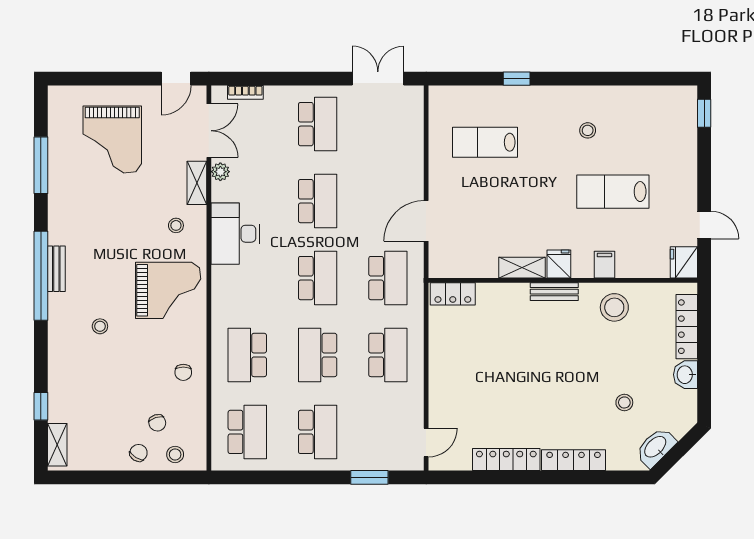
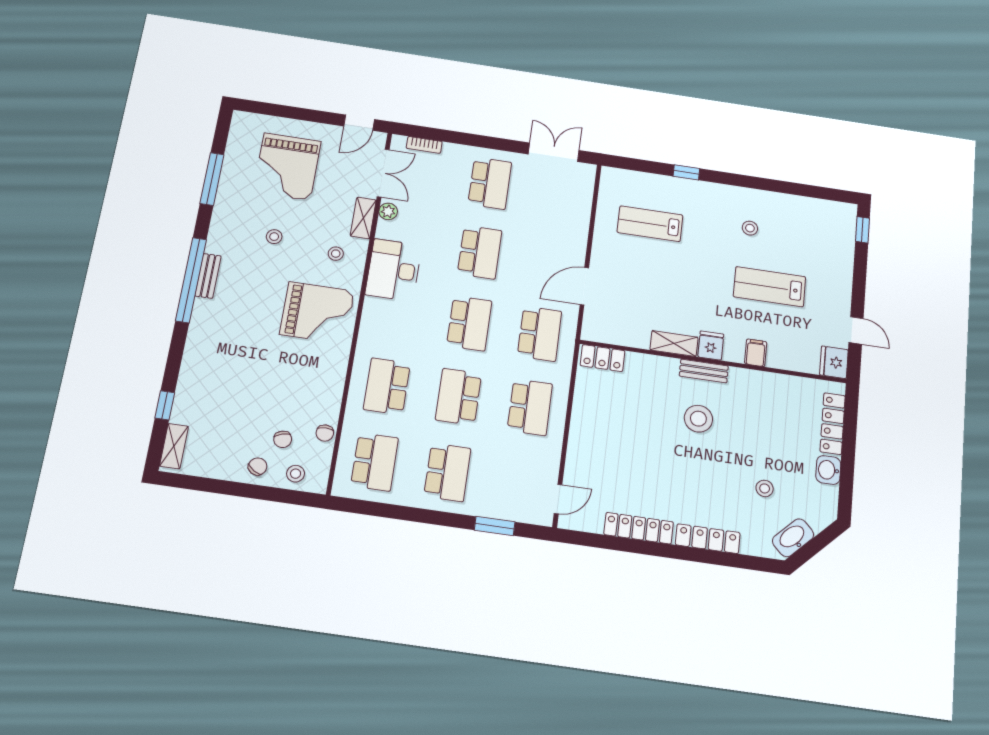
stool: (614, 307) -> (698, 419), moved
stool: (100, 326) -> (274, 237), moved
chair: (183, 372) -> (325, 433), moved

